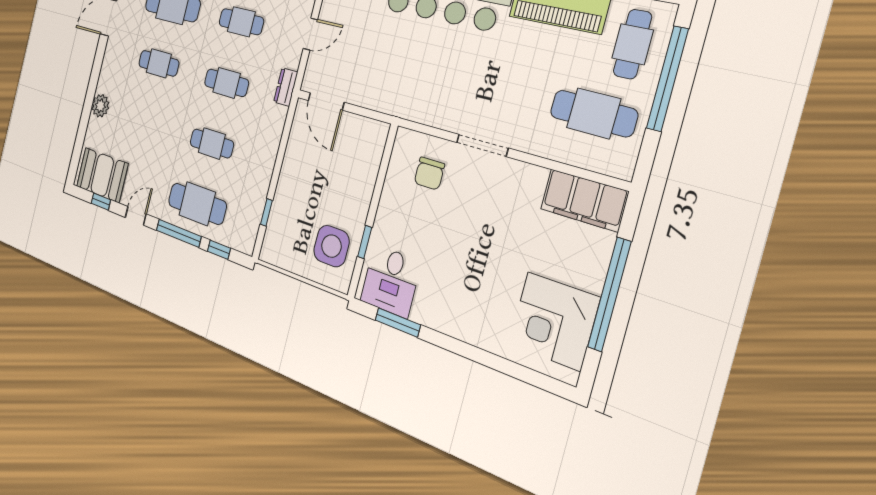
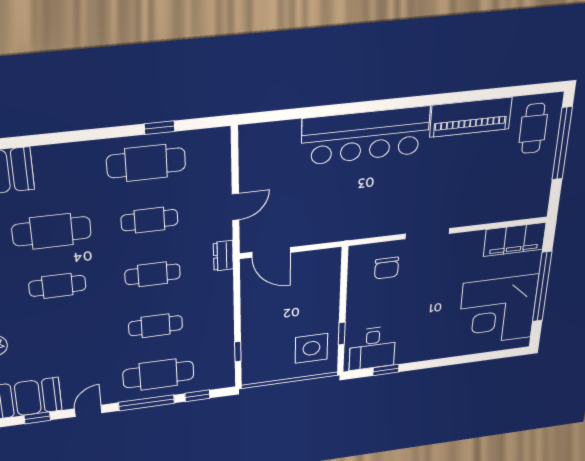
cafe table: (594, 113) -> (512, 183), removed
corner desk: (554, 321) -> (498, 311), width x1.36, depth x1.36
window: (398, 322) -> (386, 370), width x0.67

